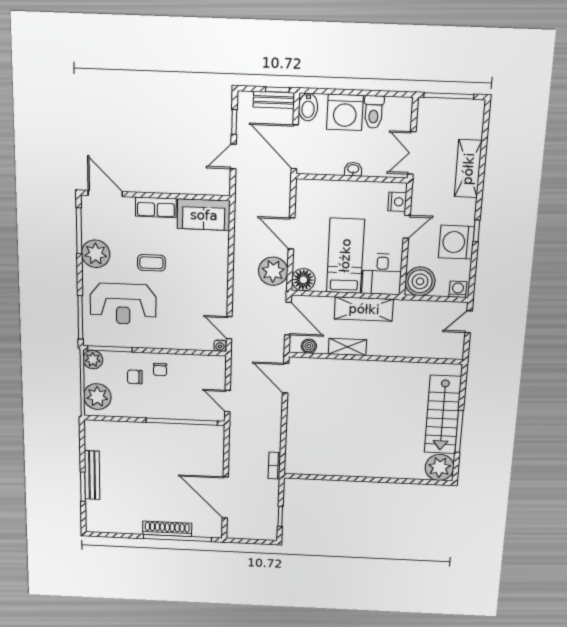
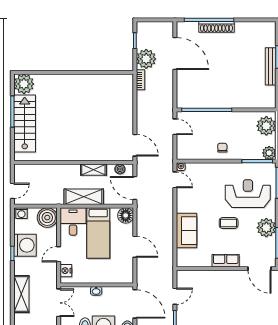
sofa: (204, 215) -> (186, 231), moved, turned 90
plant: (273, 271) -> (146, 59), moved
chair: (135, 377) -> (240, 142), removed

